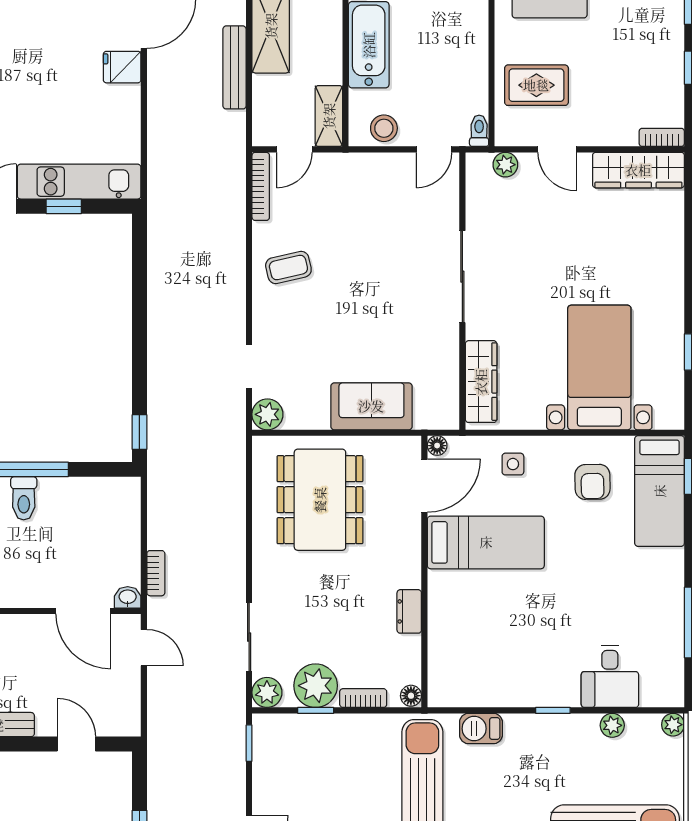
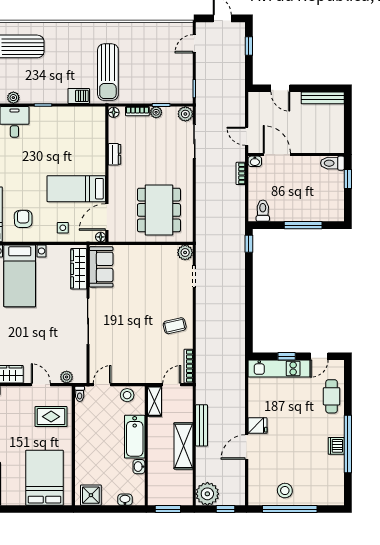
sofa: (371, 406) -> (101, 267), moved, turned -90
toilet: (24, 498) -> (263, 211), moved
plant: (316, 686) -> (156, 112), width x0.53, depth x0.53

